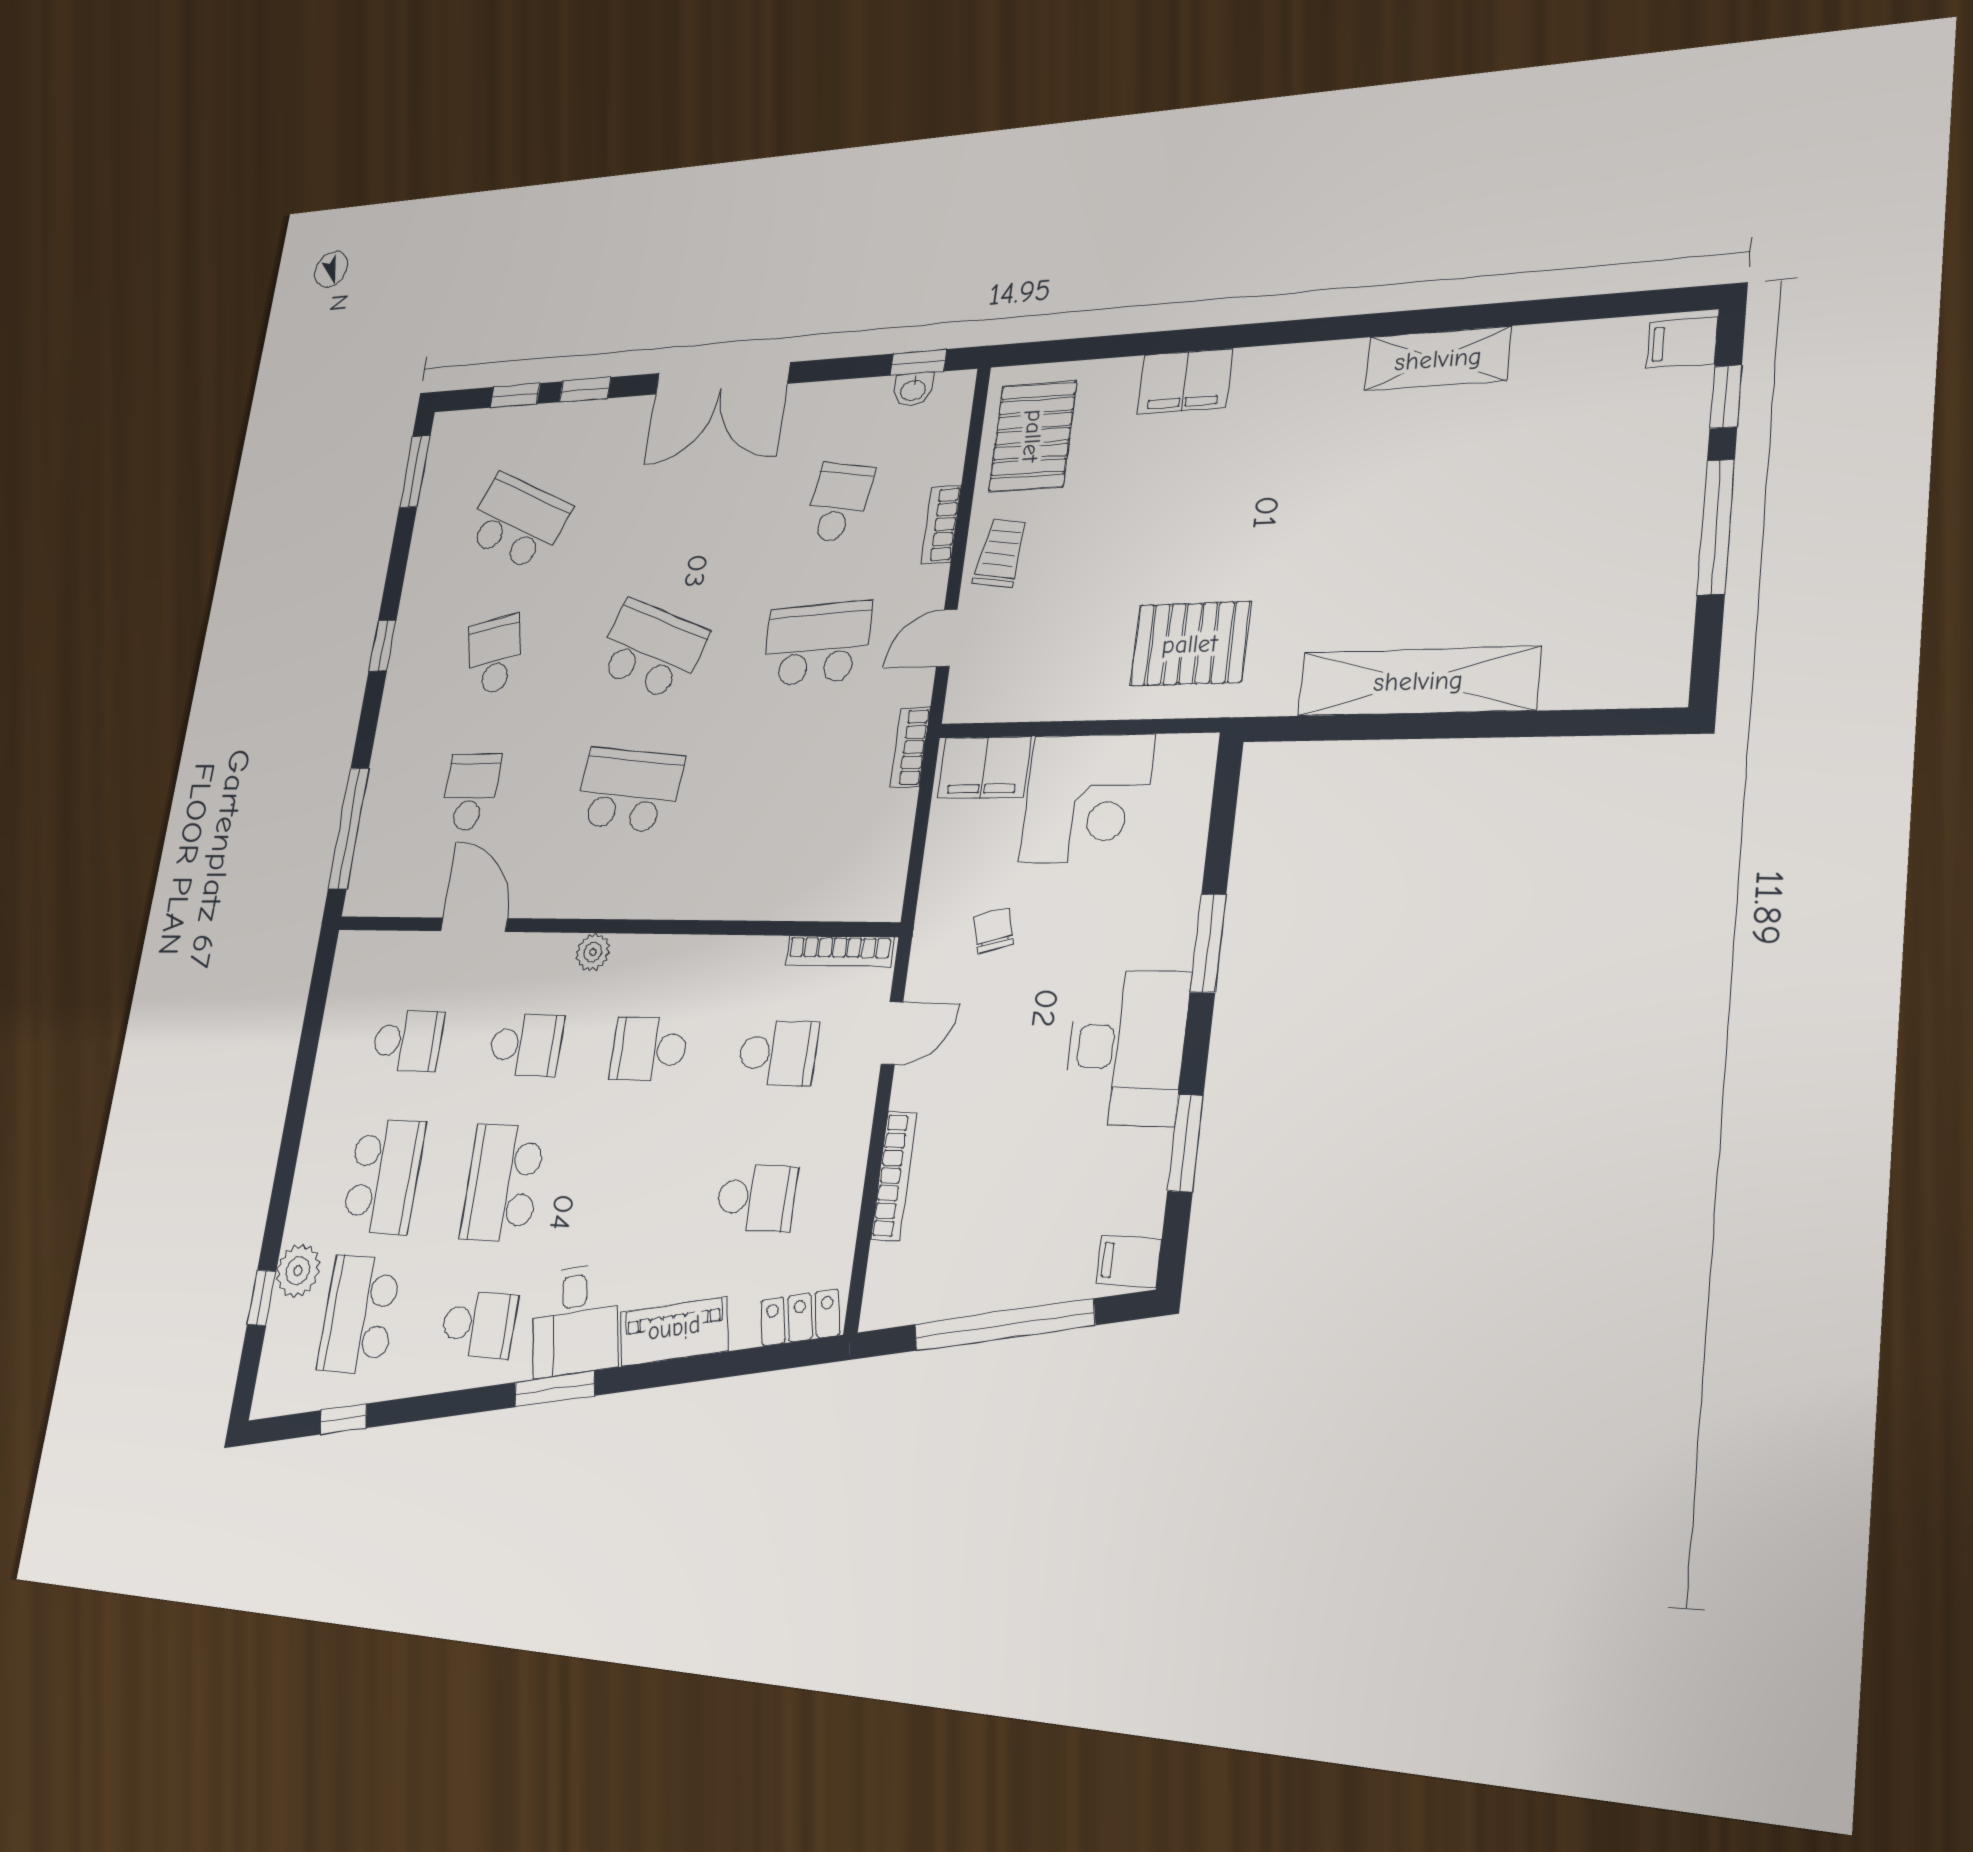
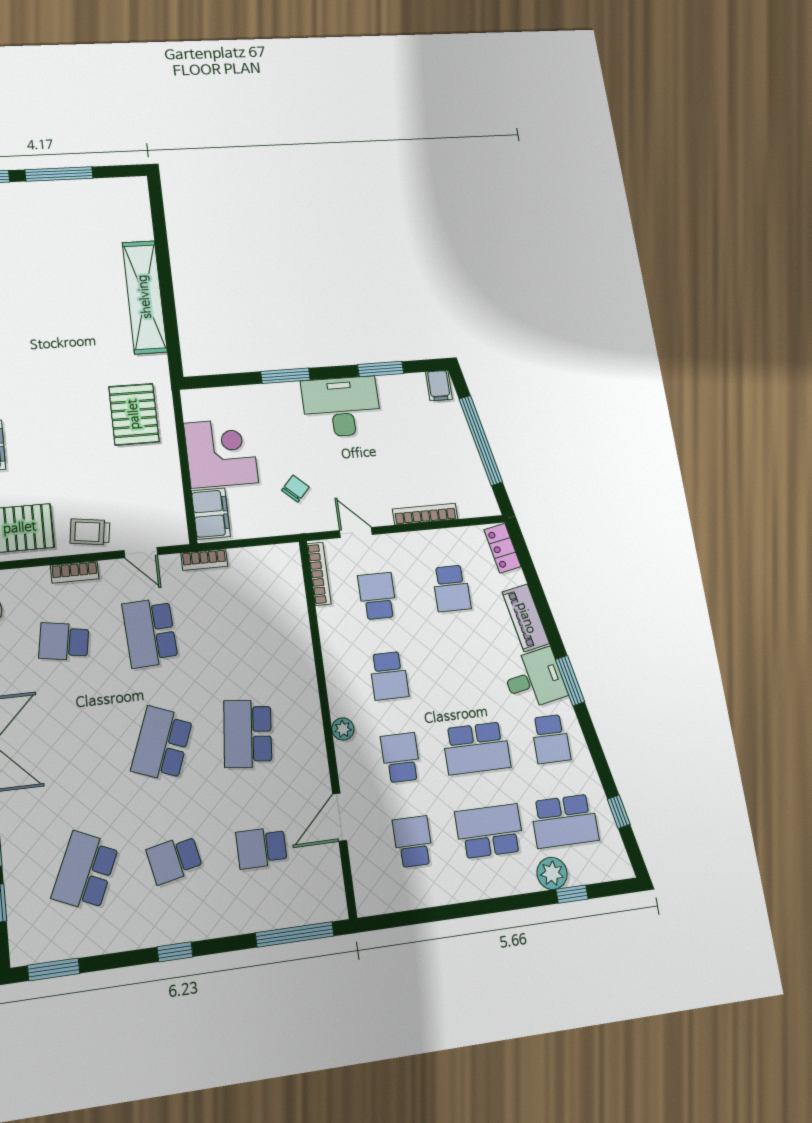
chair: (994, 930) -> (295, 489), turned 148
school desk: (756, 1198) -> (451, 588), turned 180
school desk: (479, 1325) -> (551, 739), turned 180

